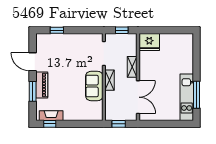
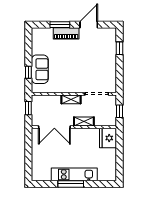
sofa: (94, 86) -> (40, 69), moved, turned 90
window: (196, 95) -> (71, 184), moved
kitchen unit: (187, 97) -> (74, 174), moved
fireplace: (51, 116) -> (36, 43), removed
window: (50, 124) -> (28, 72), moved

